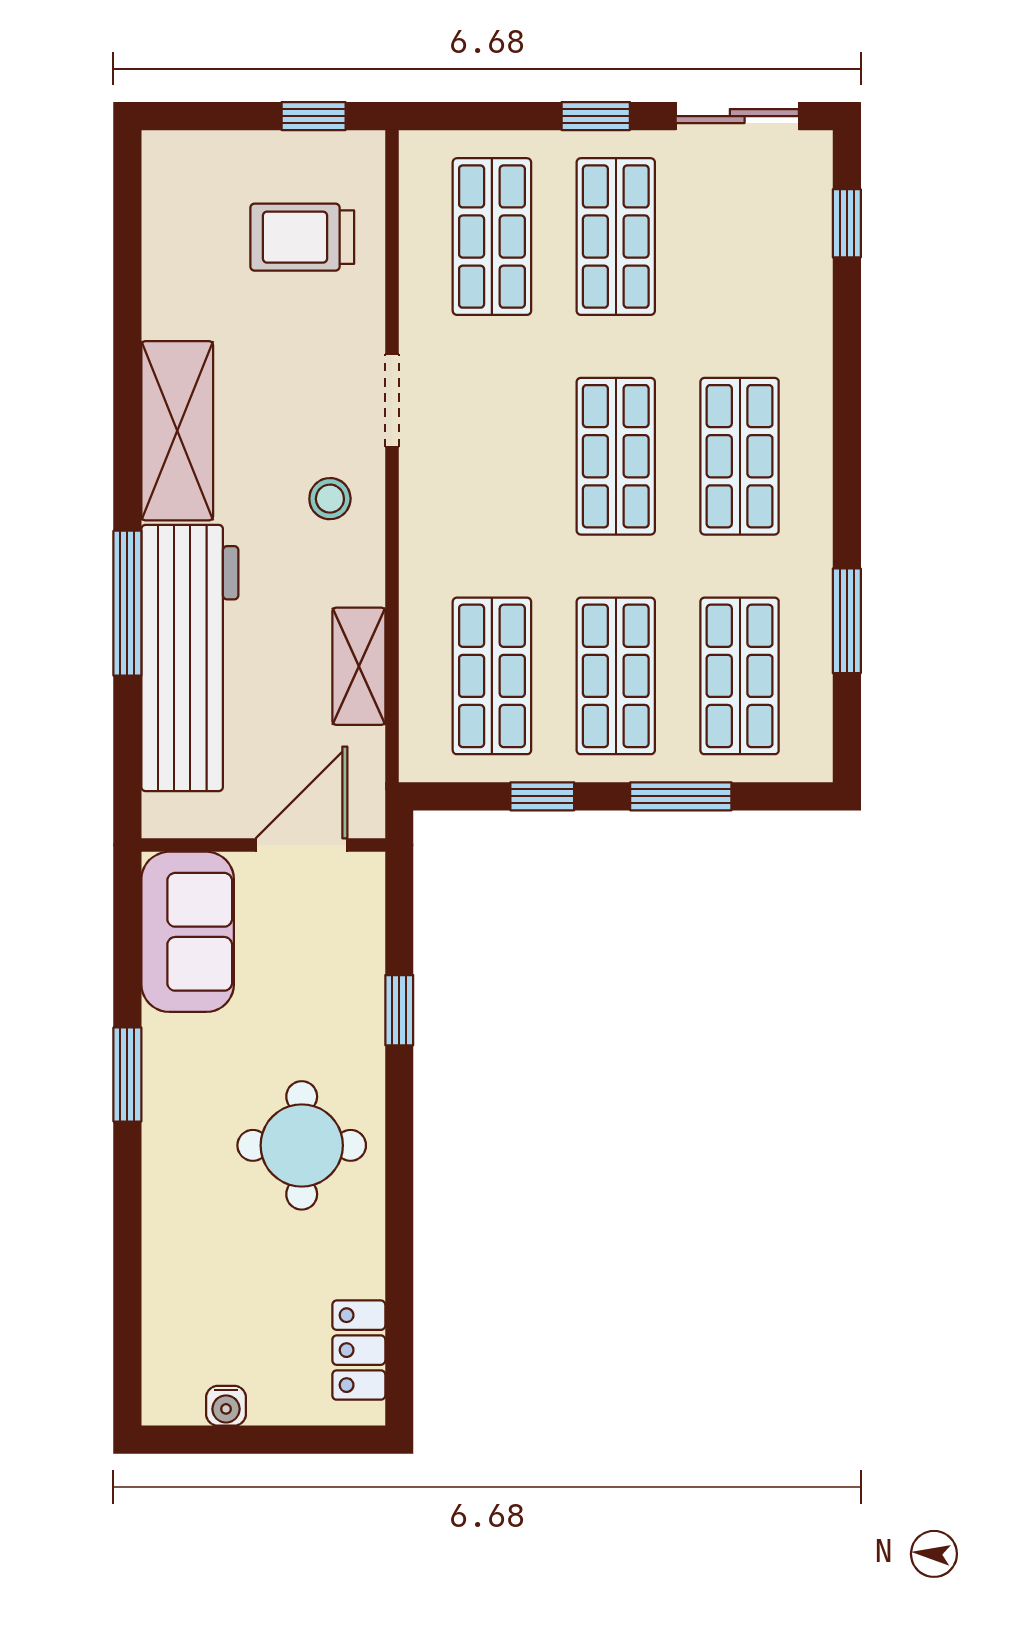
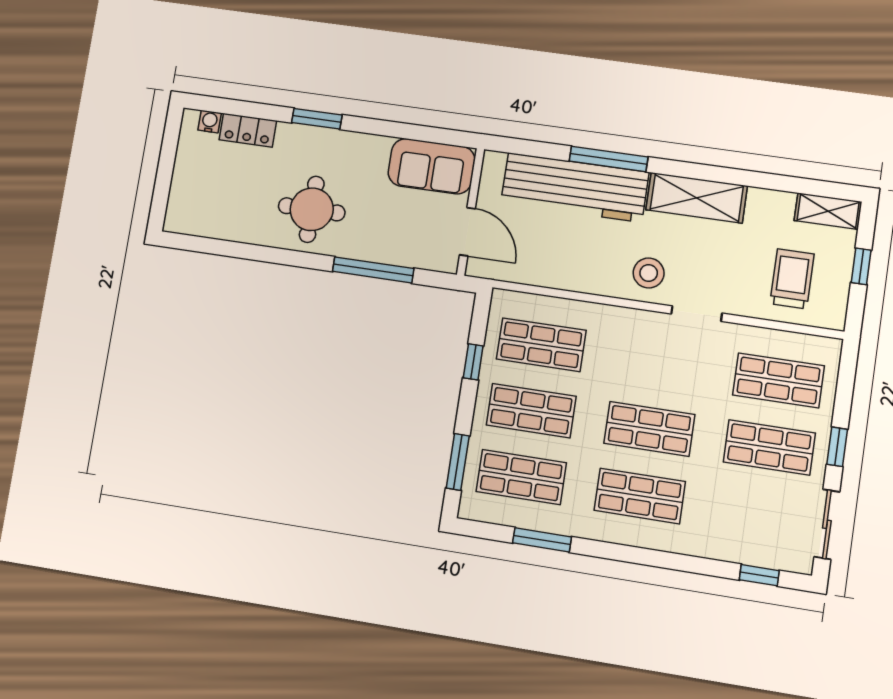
window: (314, 116) -> (861, 266), moved
stool: (330, 499) -> (649, 273), width x1.37, depth x1.37
shelving: (359, 666) -> (828, 211), moved
window: (681, 796) -> (458, 462), moved
window: (399, 1010) -> (373, 270), width x2.17
window: (127, 1074) -> (317, 119), moved
locker: (359, 1350) -> (248, 130), moved, turned 180
water cooler: (226, 1406) -> (210, 121), moved, turned 90

